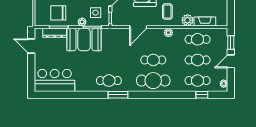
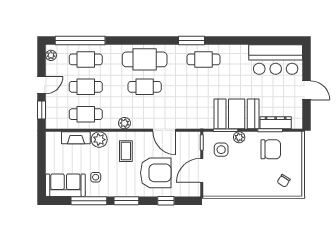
door: (138, 27) -> (164, 130), swing flipped
door: (31, 46) -> (307, 90), moved
window: (202, 95) -> (80, 41), width x3.17

